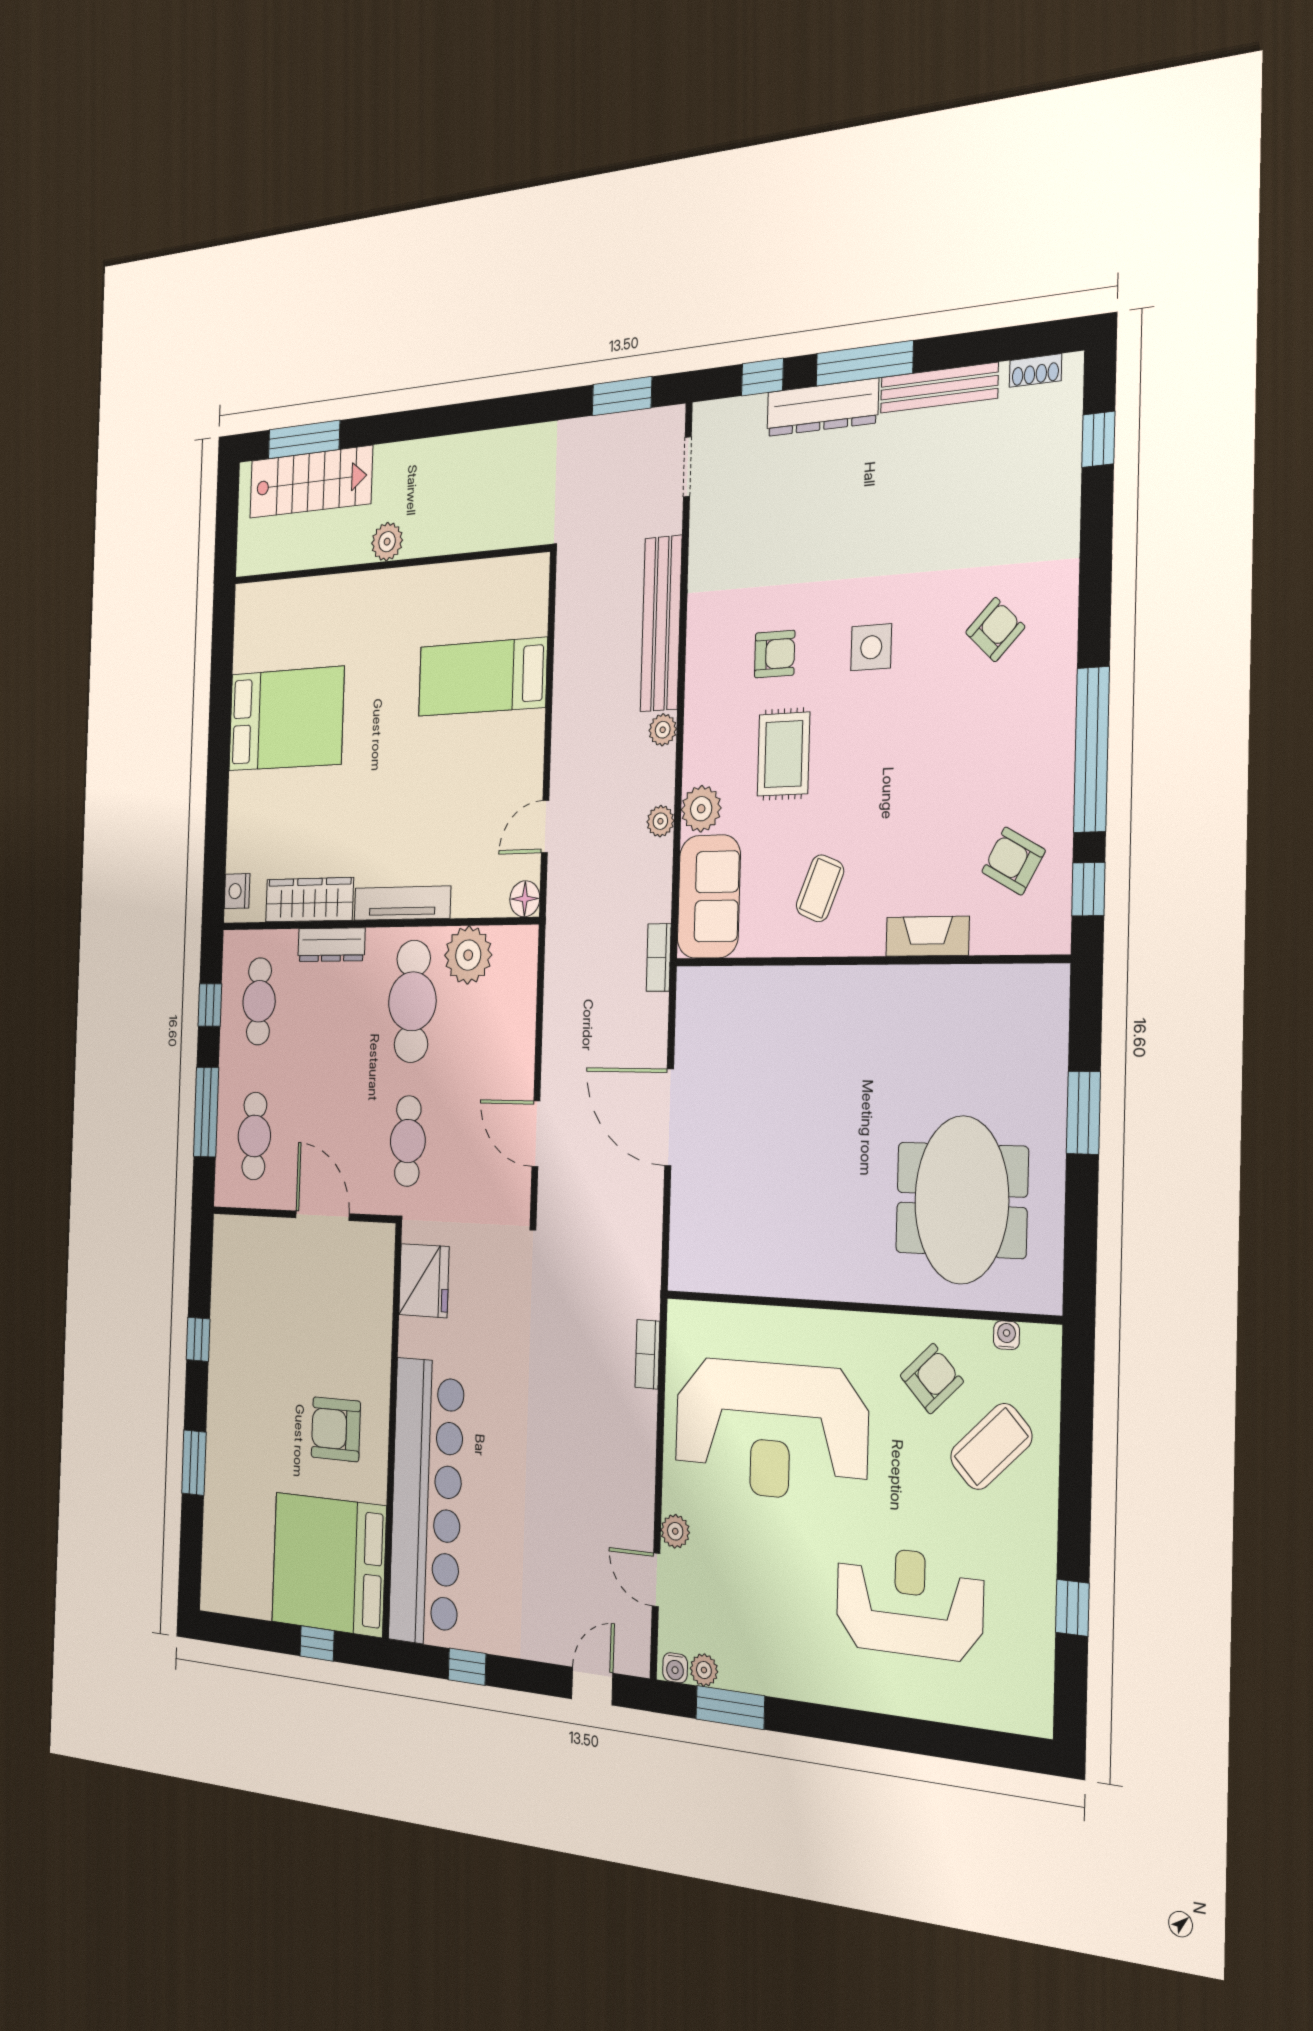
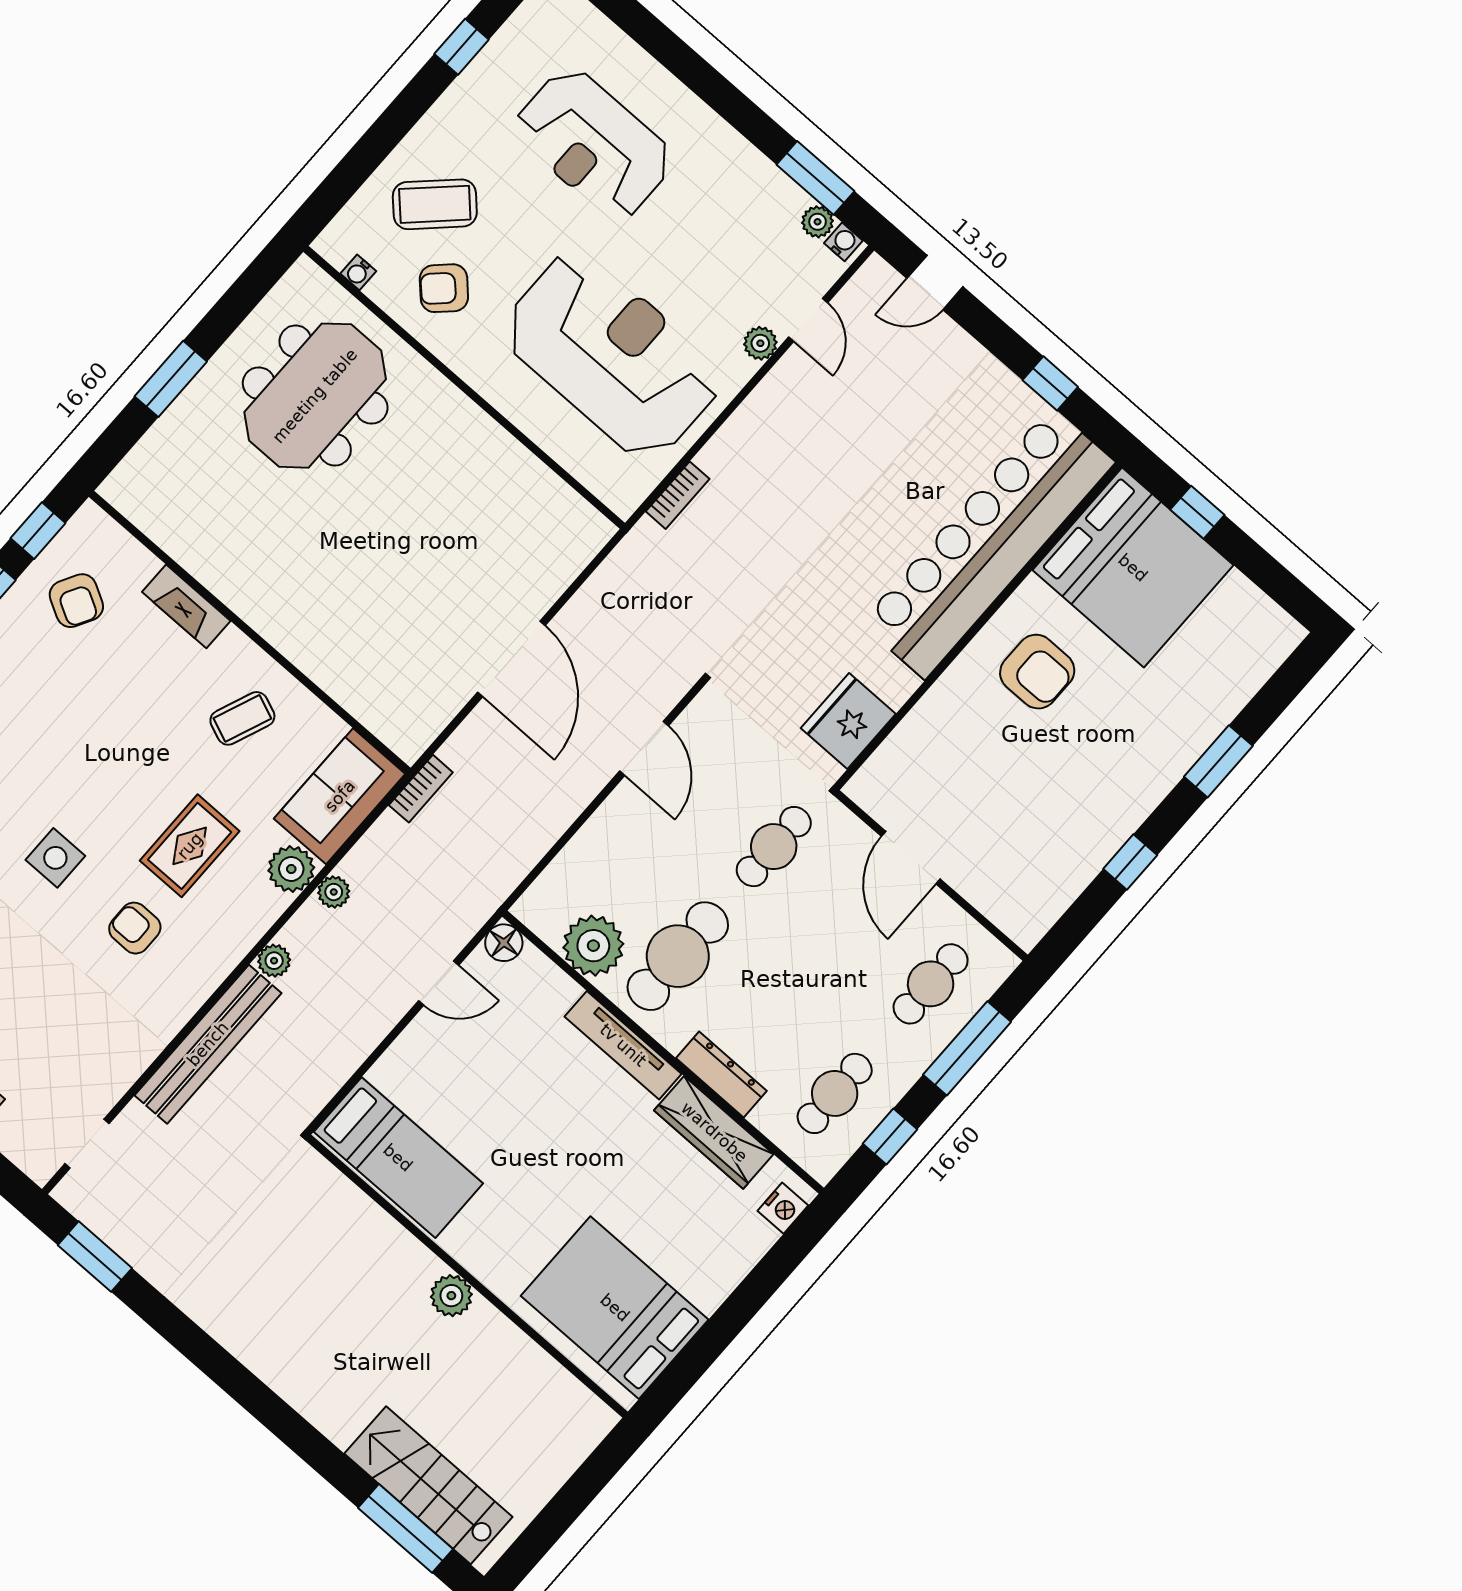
plant: (387, 542) -> (451, 1296), moved
wall: (387, 565) -> (467, 1276), moved

